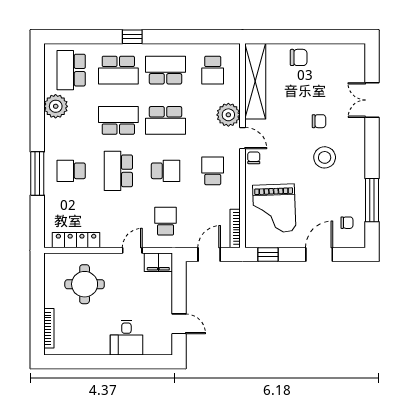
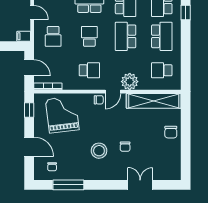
school desk: (166, 171) -> (89, 36), turned 180
grand piano: (274, 208) -> (62, 115), turned 85
school desk: (166, 221) -> (53, 36), turned 90
filing cabinet: (158, 262) -> (24, 36), width x0.50

